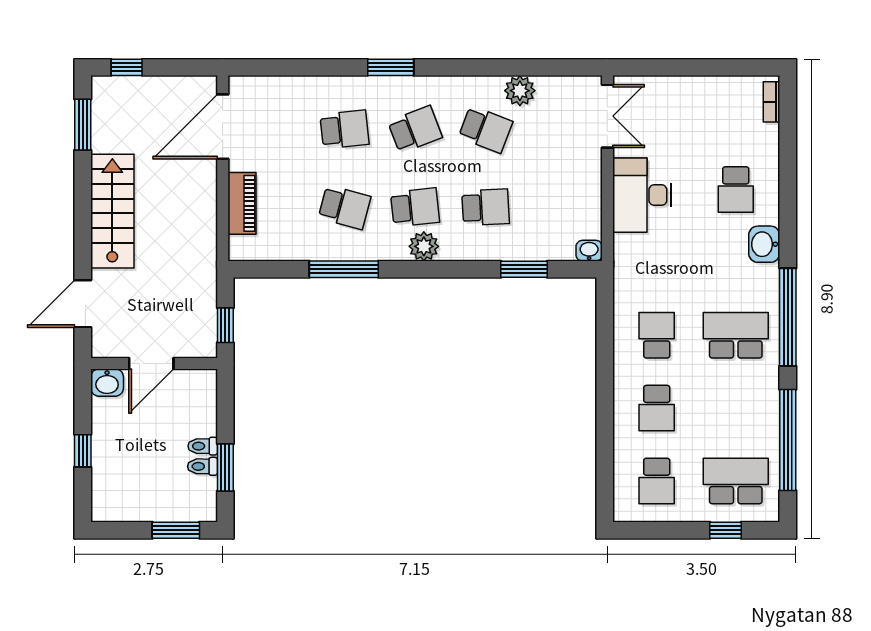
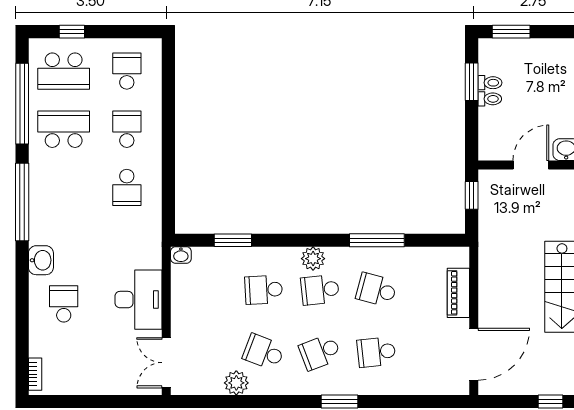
school desk: (736, 335) -> (64, 129), moved, turned 180

